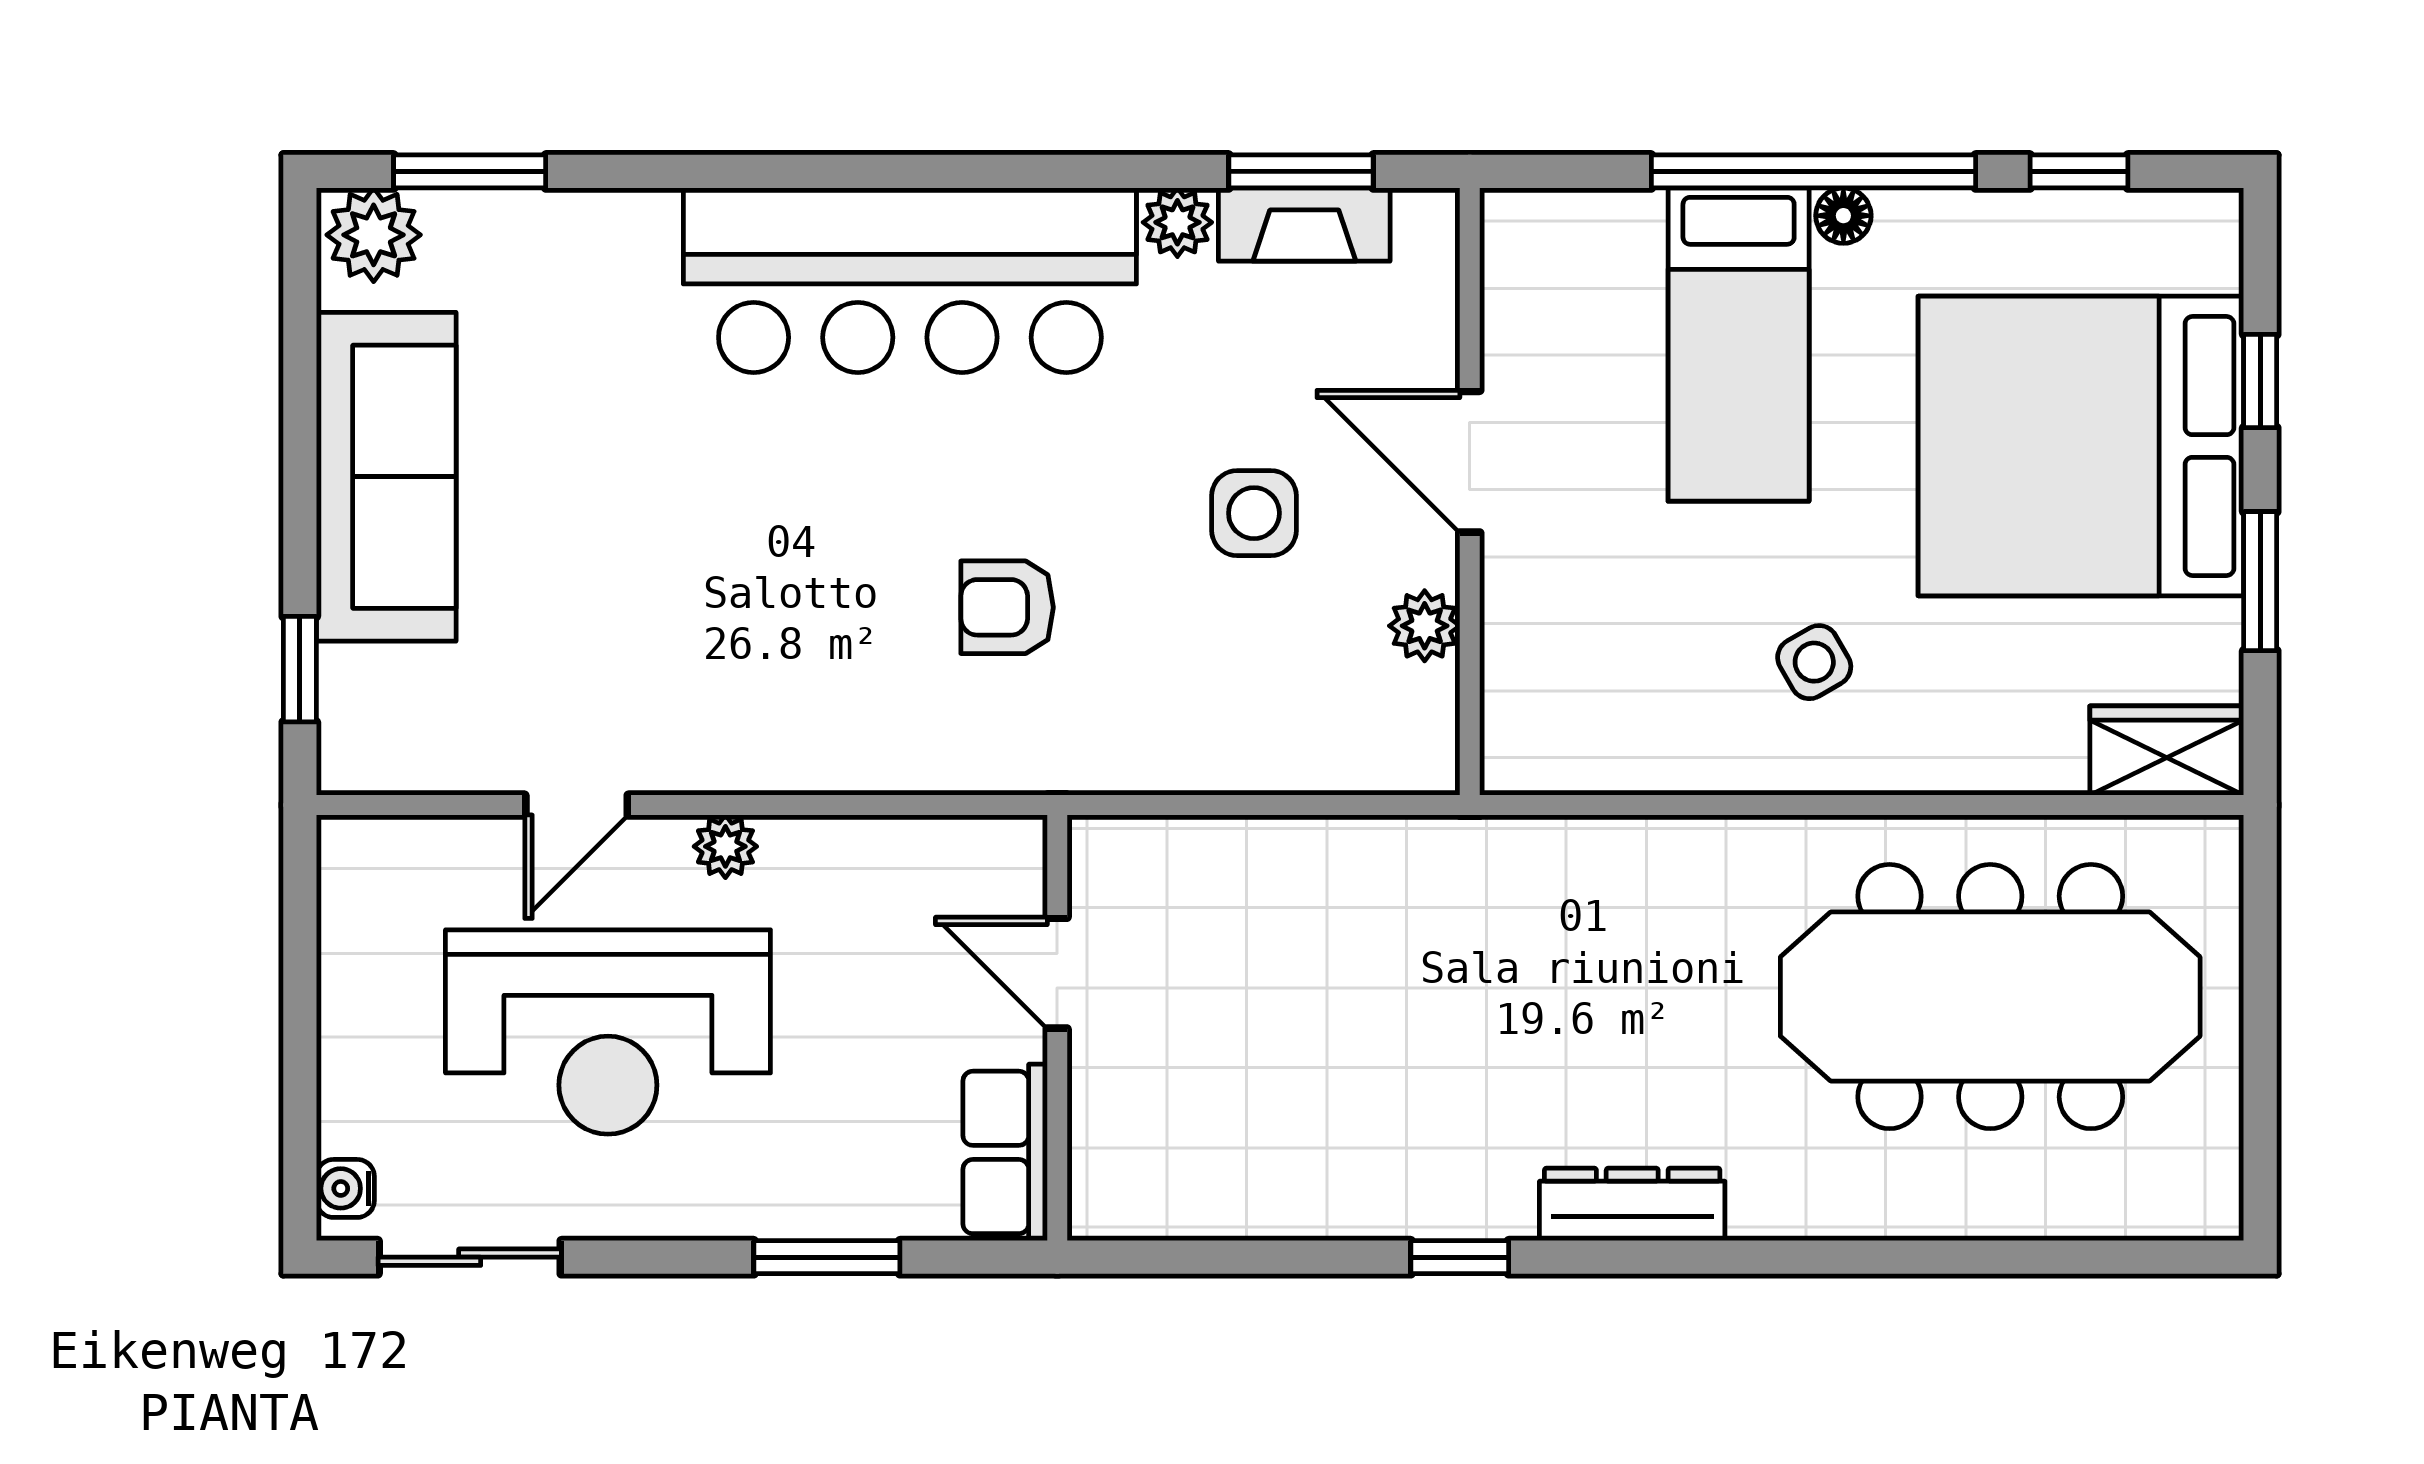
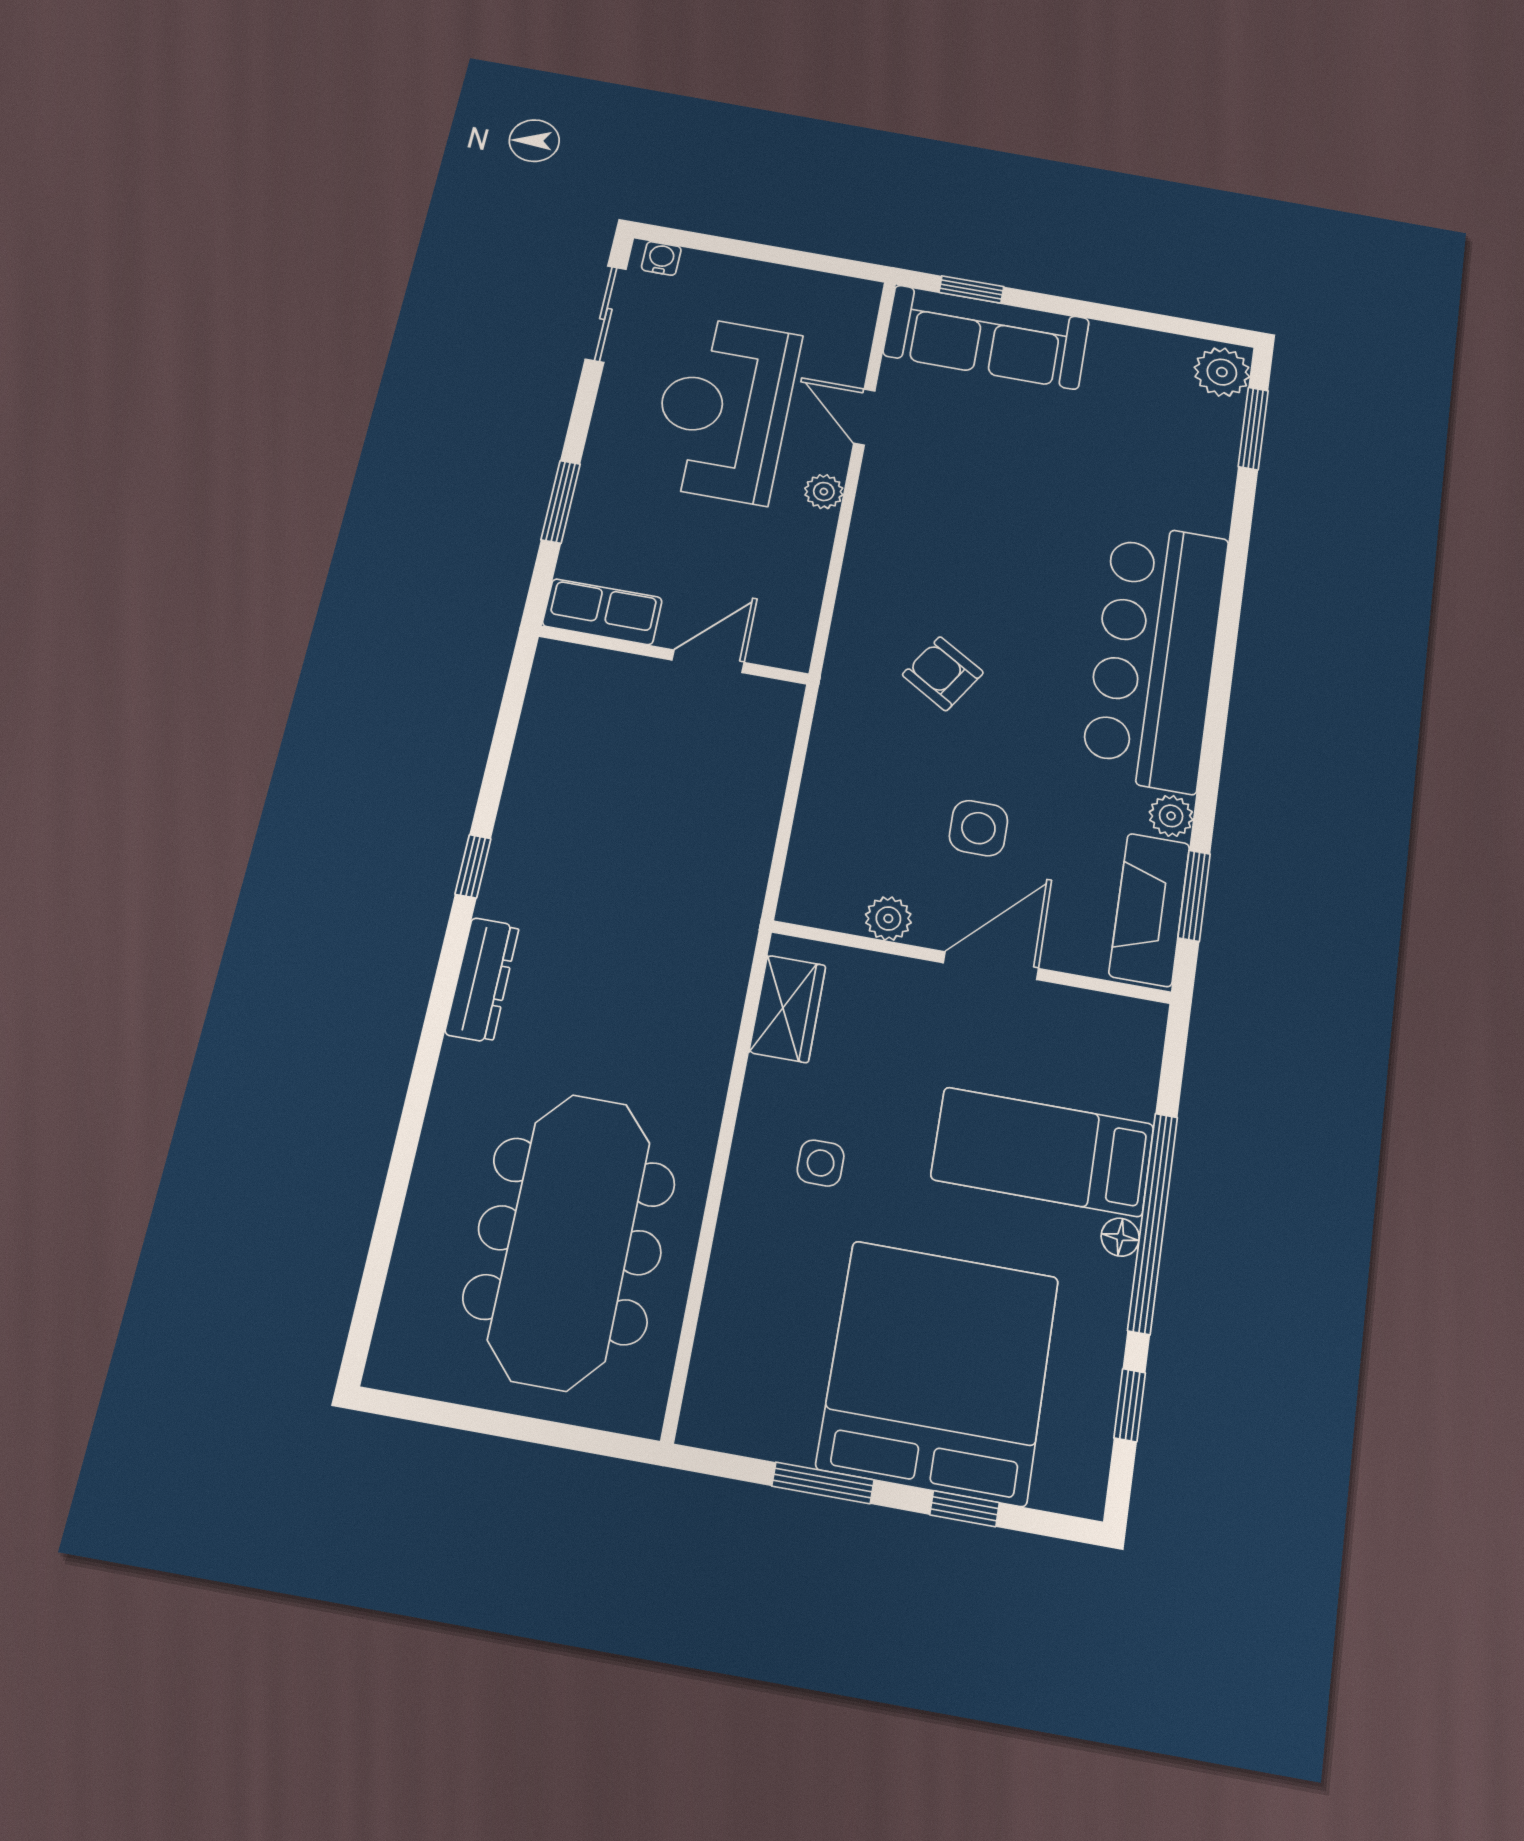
fireplace: (1304, 225) -> (1149, 910), width x1.37, depth x1.32
sofa: (386, 477) -> (986, 337), moved
armchair: (1007, 607) -> (943, 674), turned -58
side table: (1814, 662) -> (821, 1163), turned 30
wardrobe: (2167, 751) -> (788, 1009), moved

